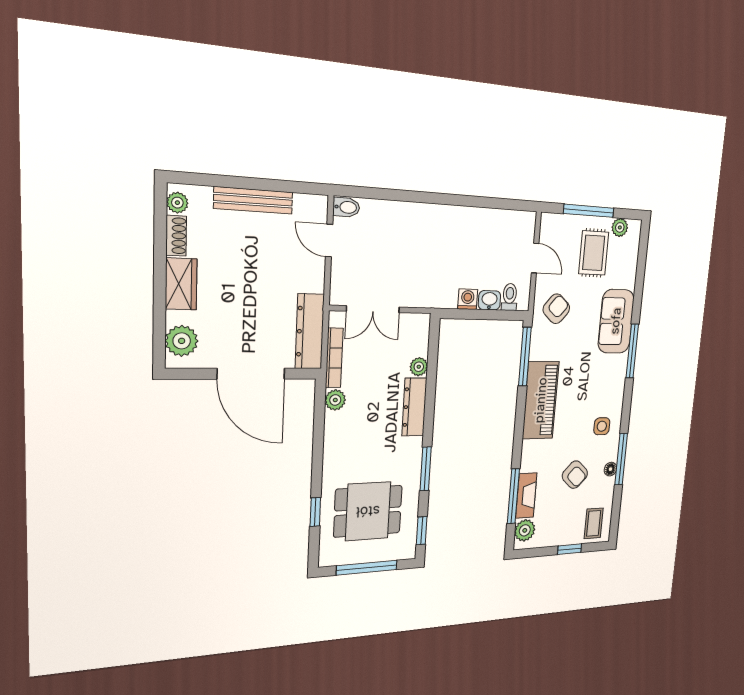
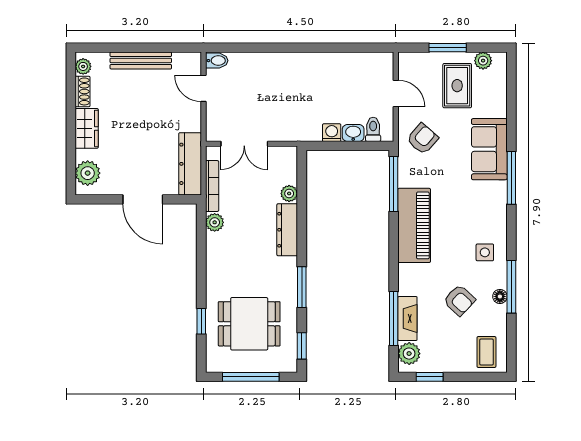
window: (589, 211) -> (448, 48), width x0.69
door: (251, 374) -> (143, 199), width x0.73
window: (569, 549) -> (430, 377), moved

